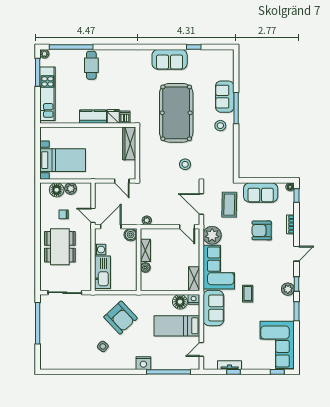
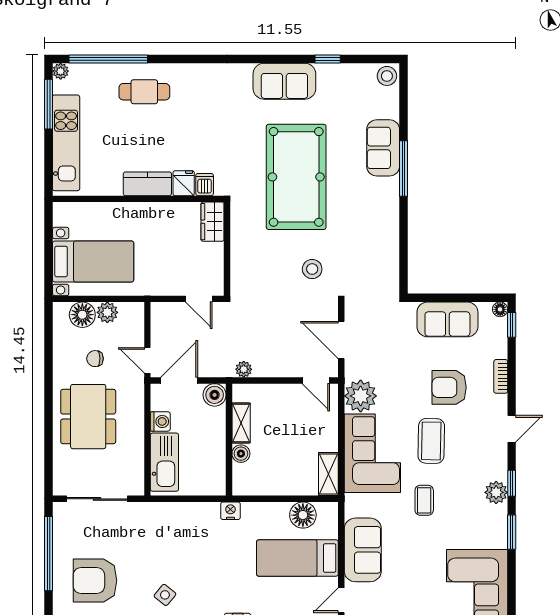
cafe table: (91, 65) -> (144, 92), turned 90
stool: (220, 126) -> (387, 76), moved
wardrobe: (129, 143) -> (212, 222), width x0.67
coffee table: (229, 205) -> (431, 441), moved
nightstand: (194, 299) -> (230, 511), moved
sofa: (213, 308) -> (363, 550), moved
armchair: (121, 318) -> (95, 581), moved, turned 133

